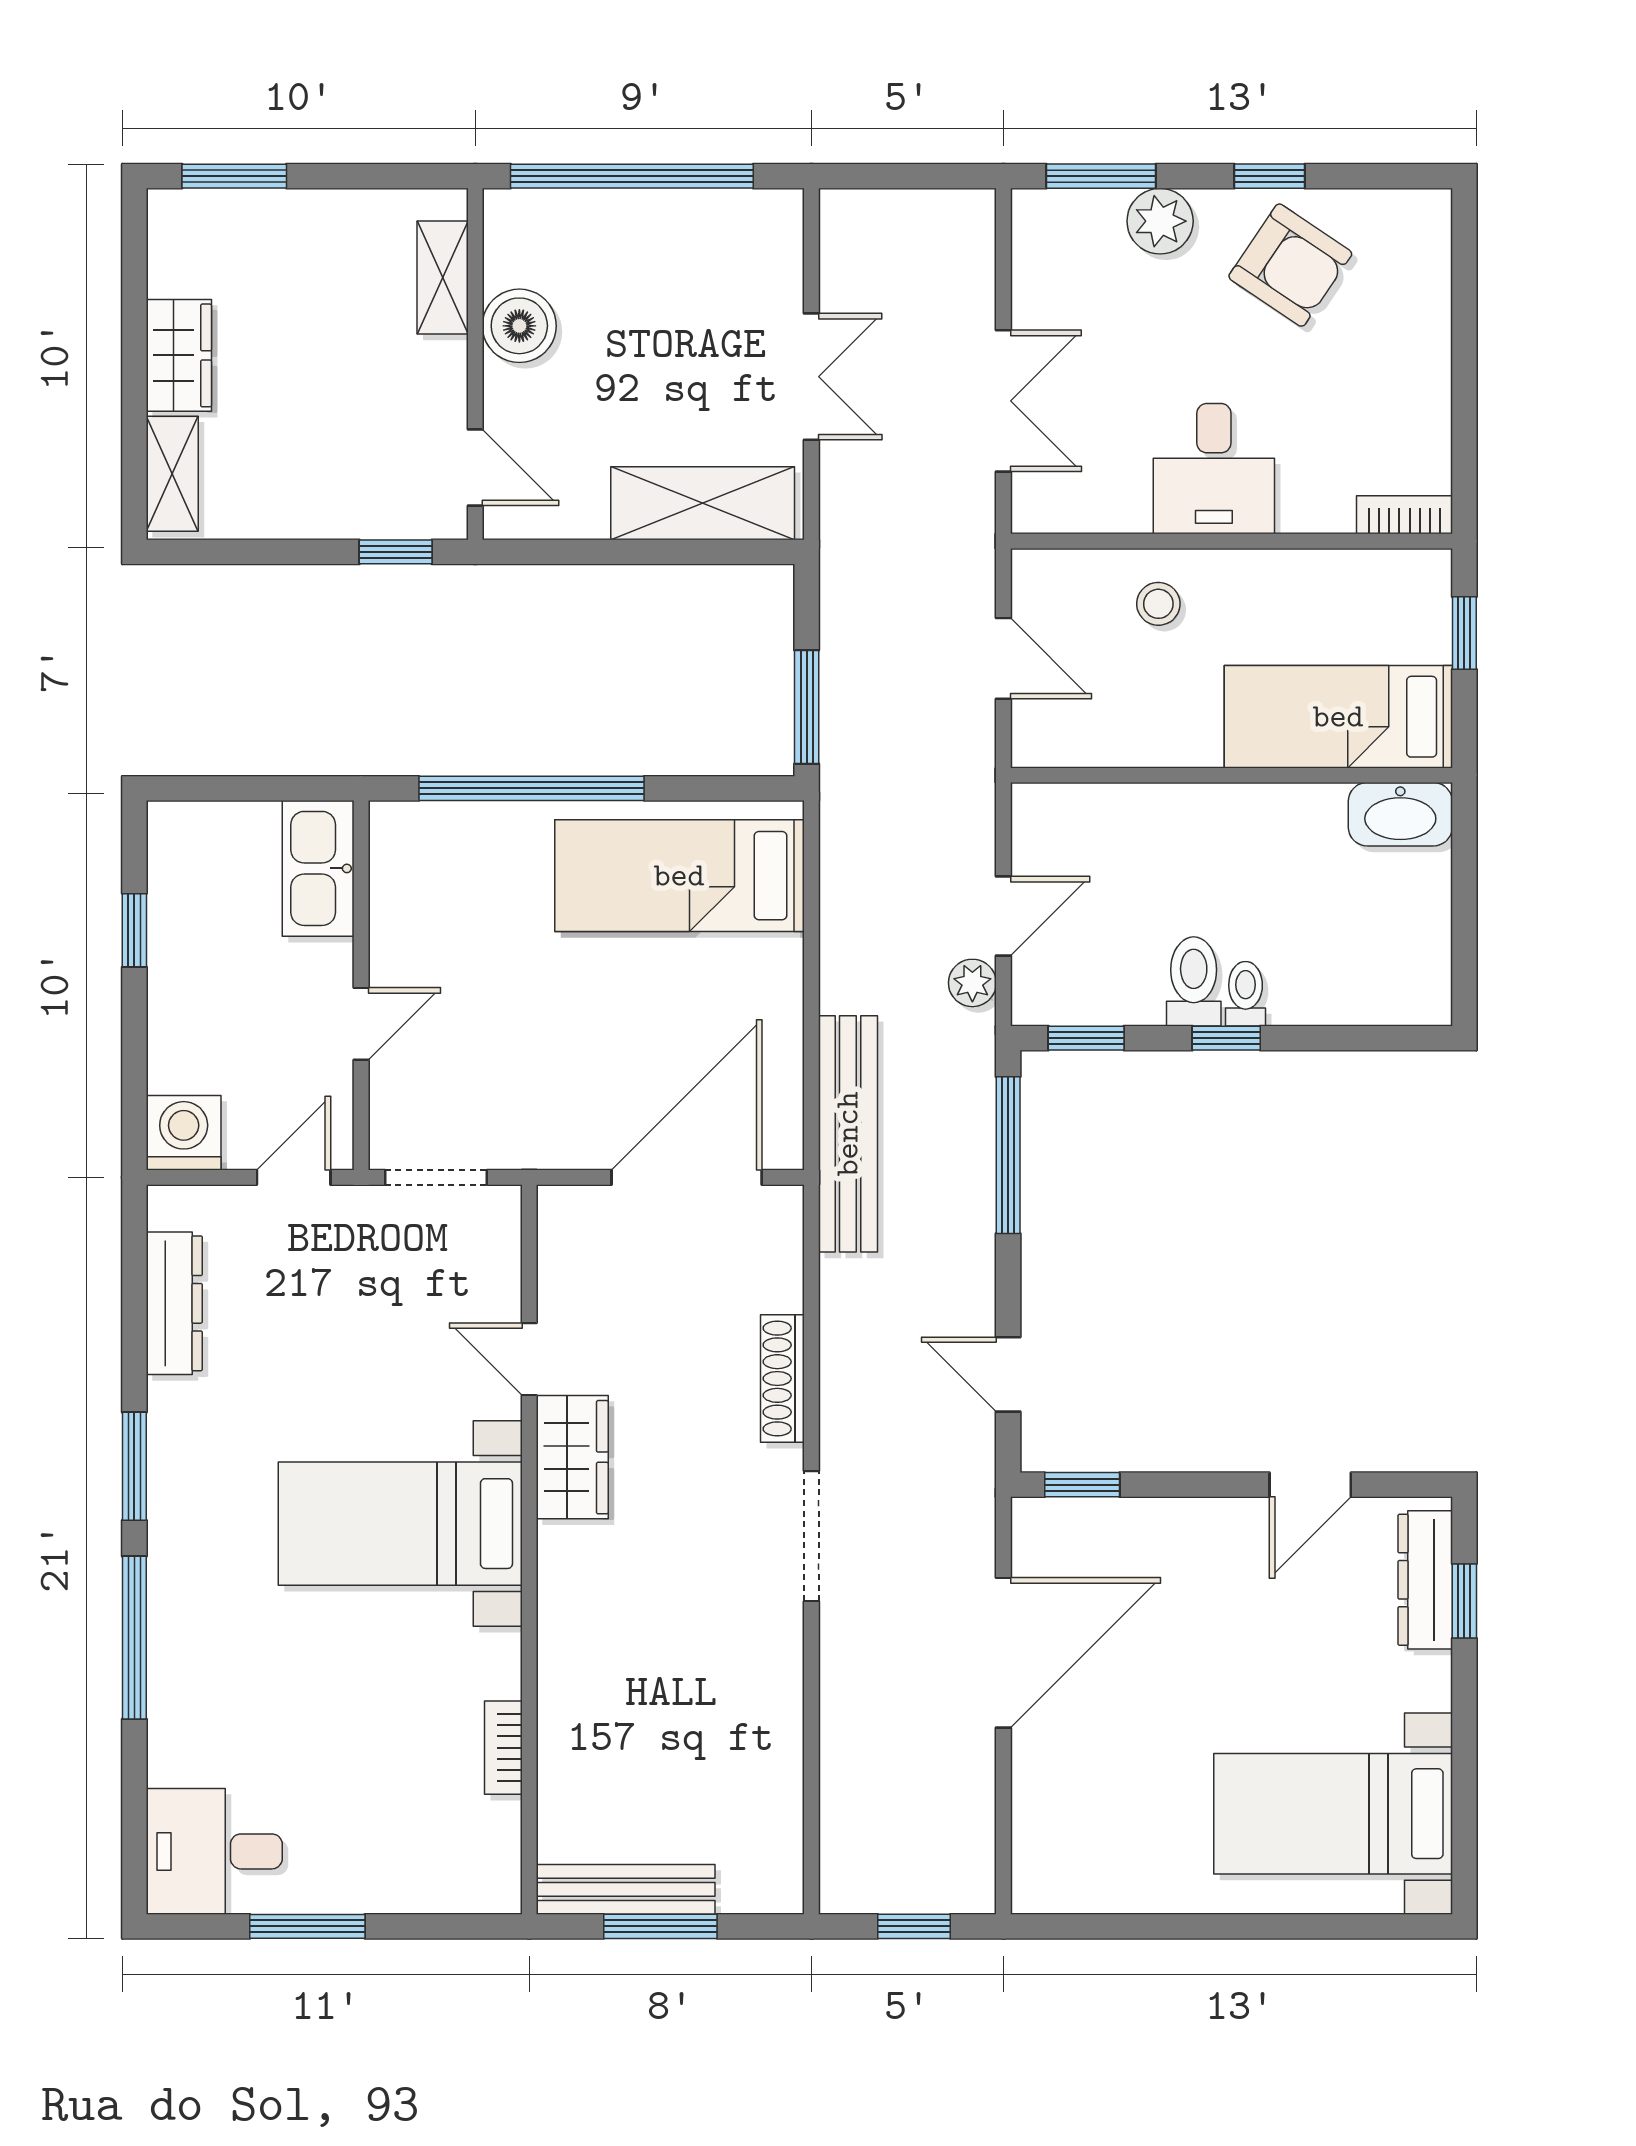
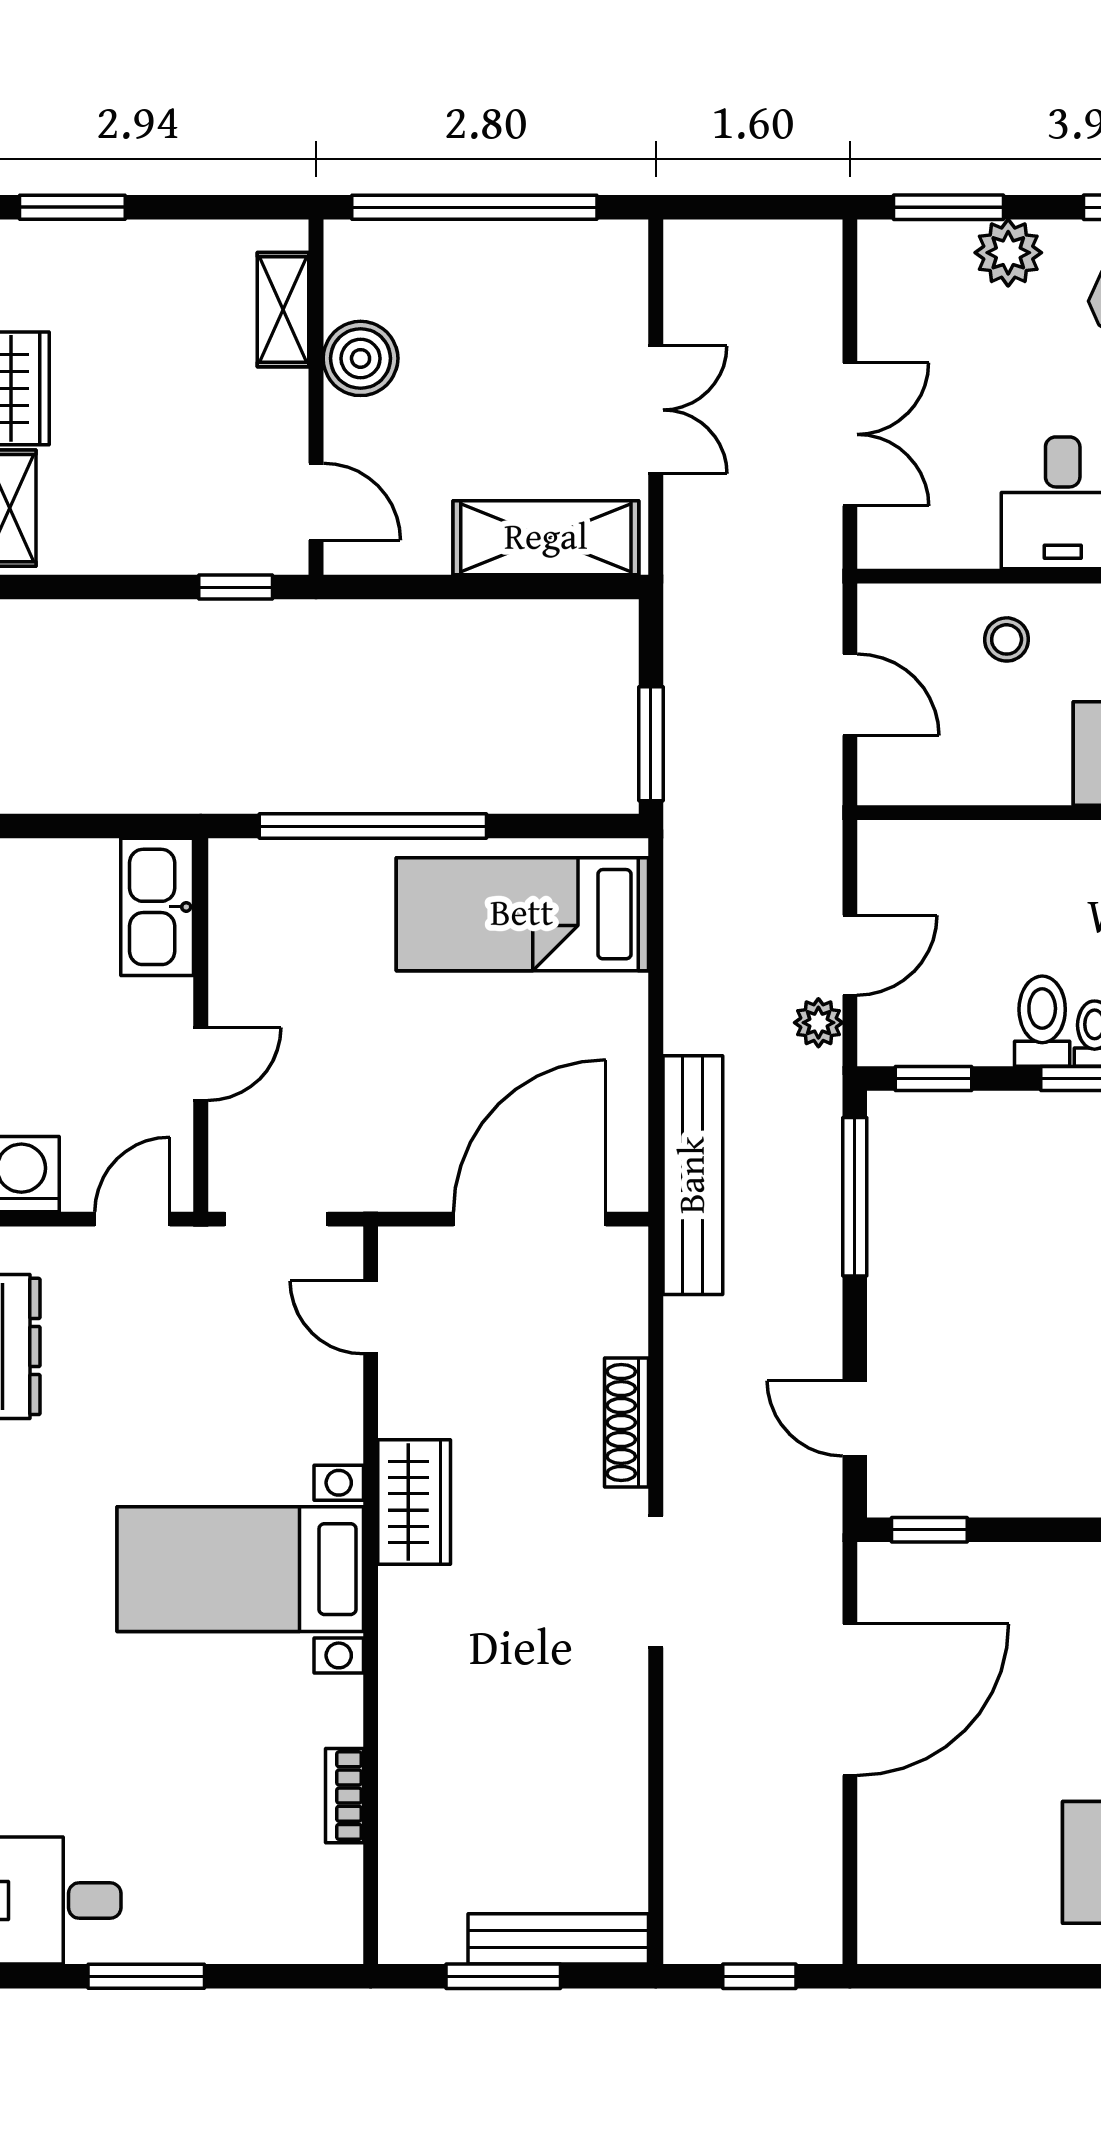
door: (529, 1359) -> (371, 1317), moved
bench: (626, 1889) -> (558, 1939), moved

